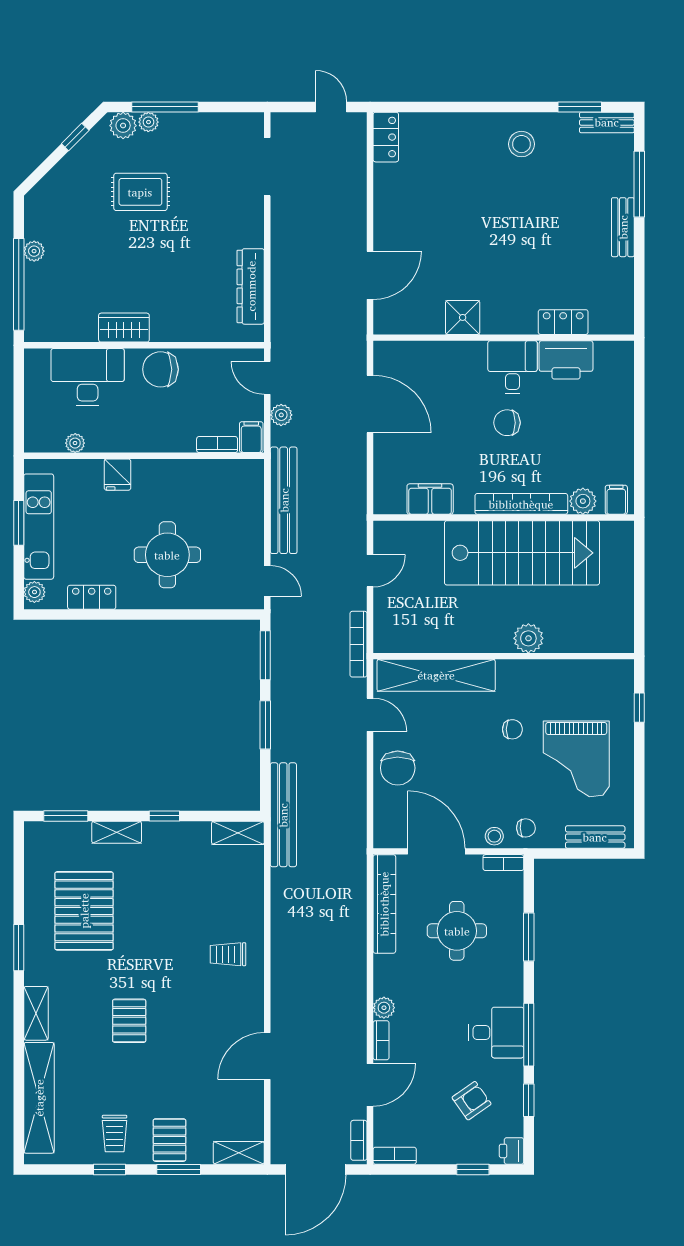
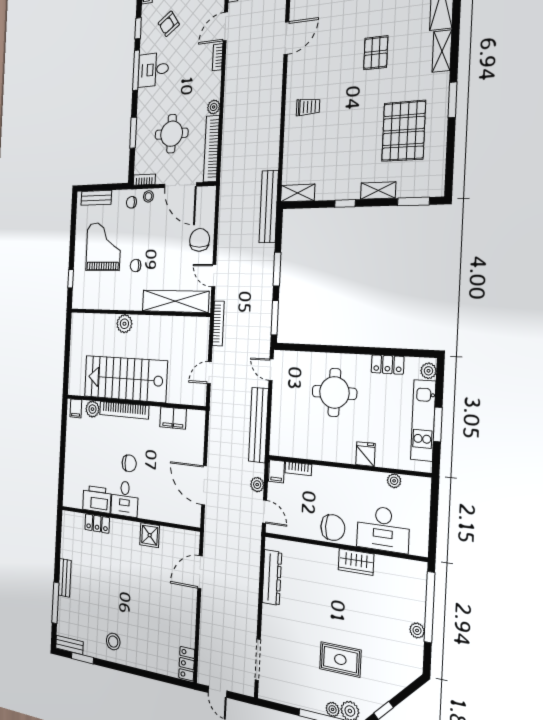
plant: (384, 1008) -> (214, 107), moved

